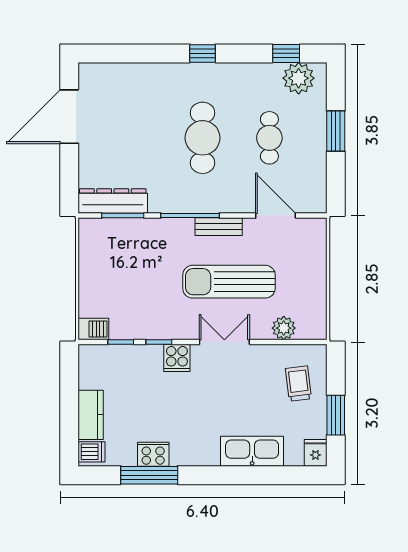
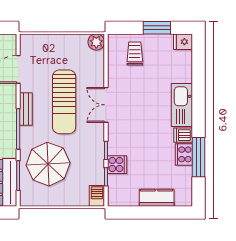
parasol: (139, 259) -> (48, 164), added
plant: (284, 328) -> (96, 42), moved
cooker: (177, 358) -> (117, 165), moved
trolley: (298, 384) -> (135, 54), turned 97
kitchen sink: (252, 451) -> (182, 105), moved
dishwasher: (92, 452) -> (183, 135), moved, turned -90

